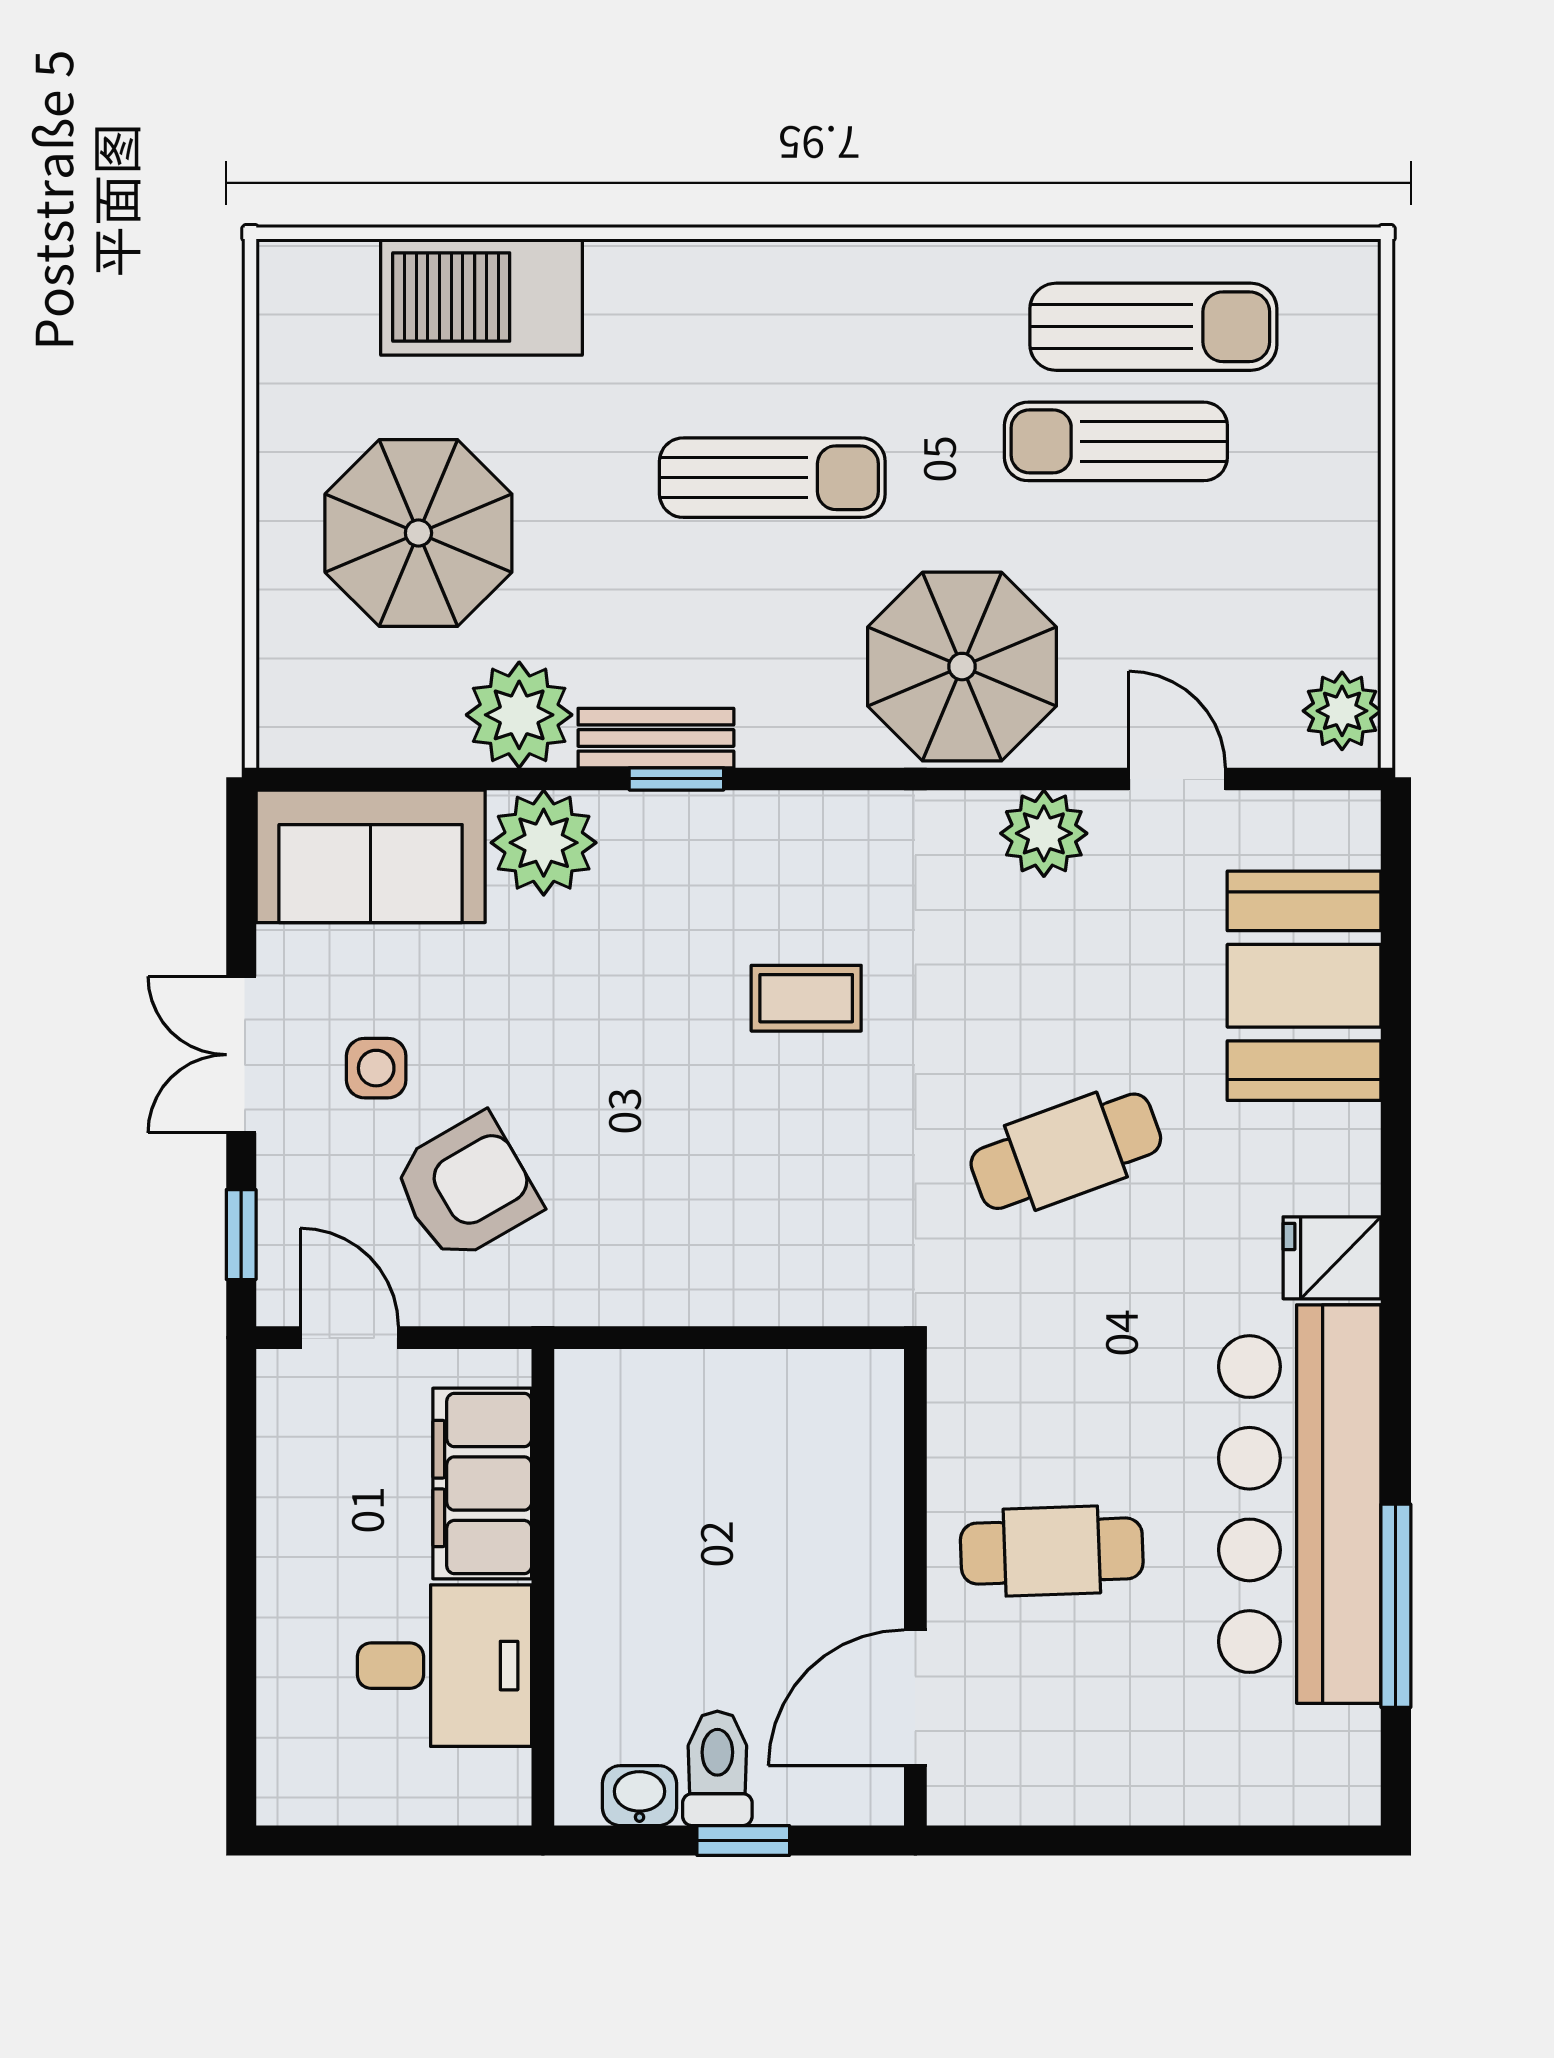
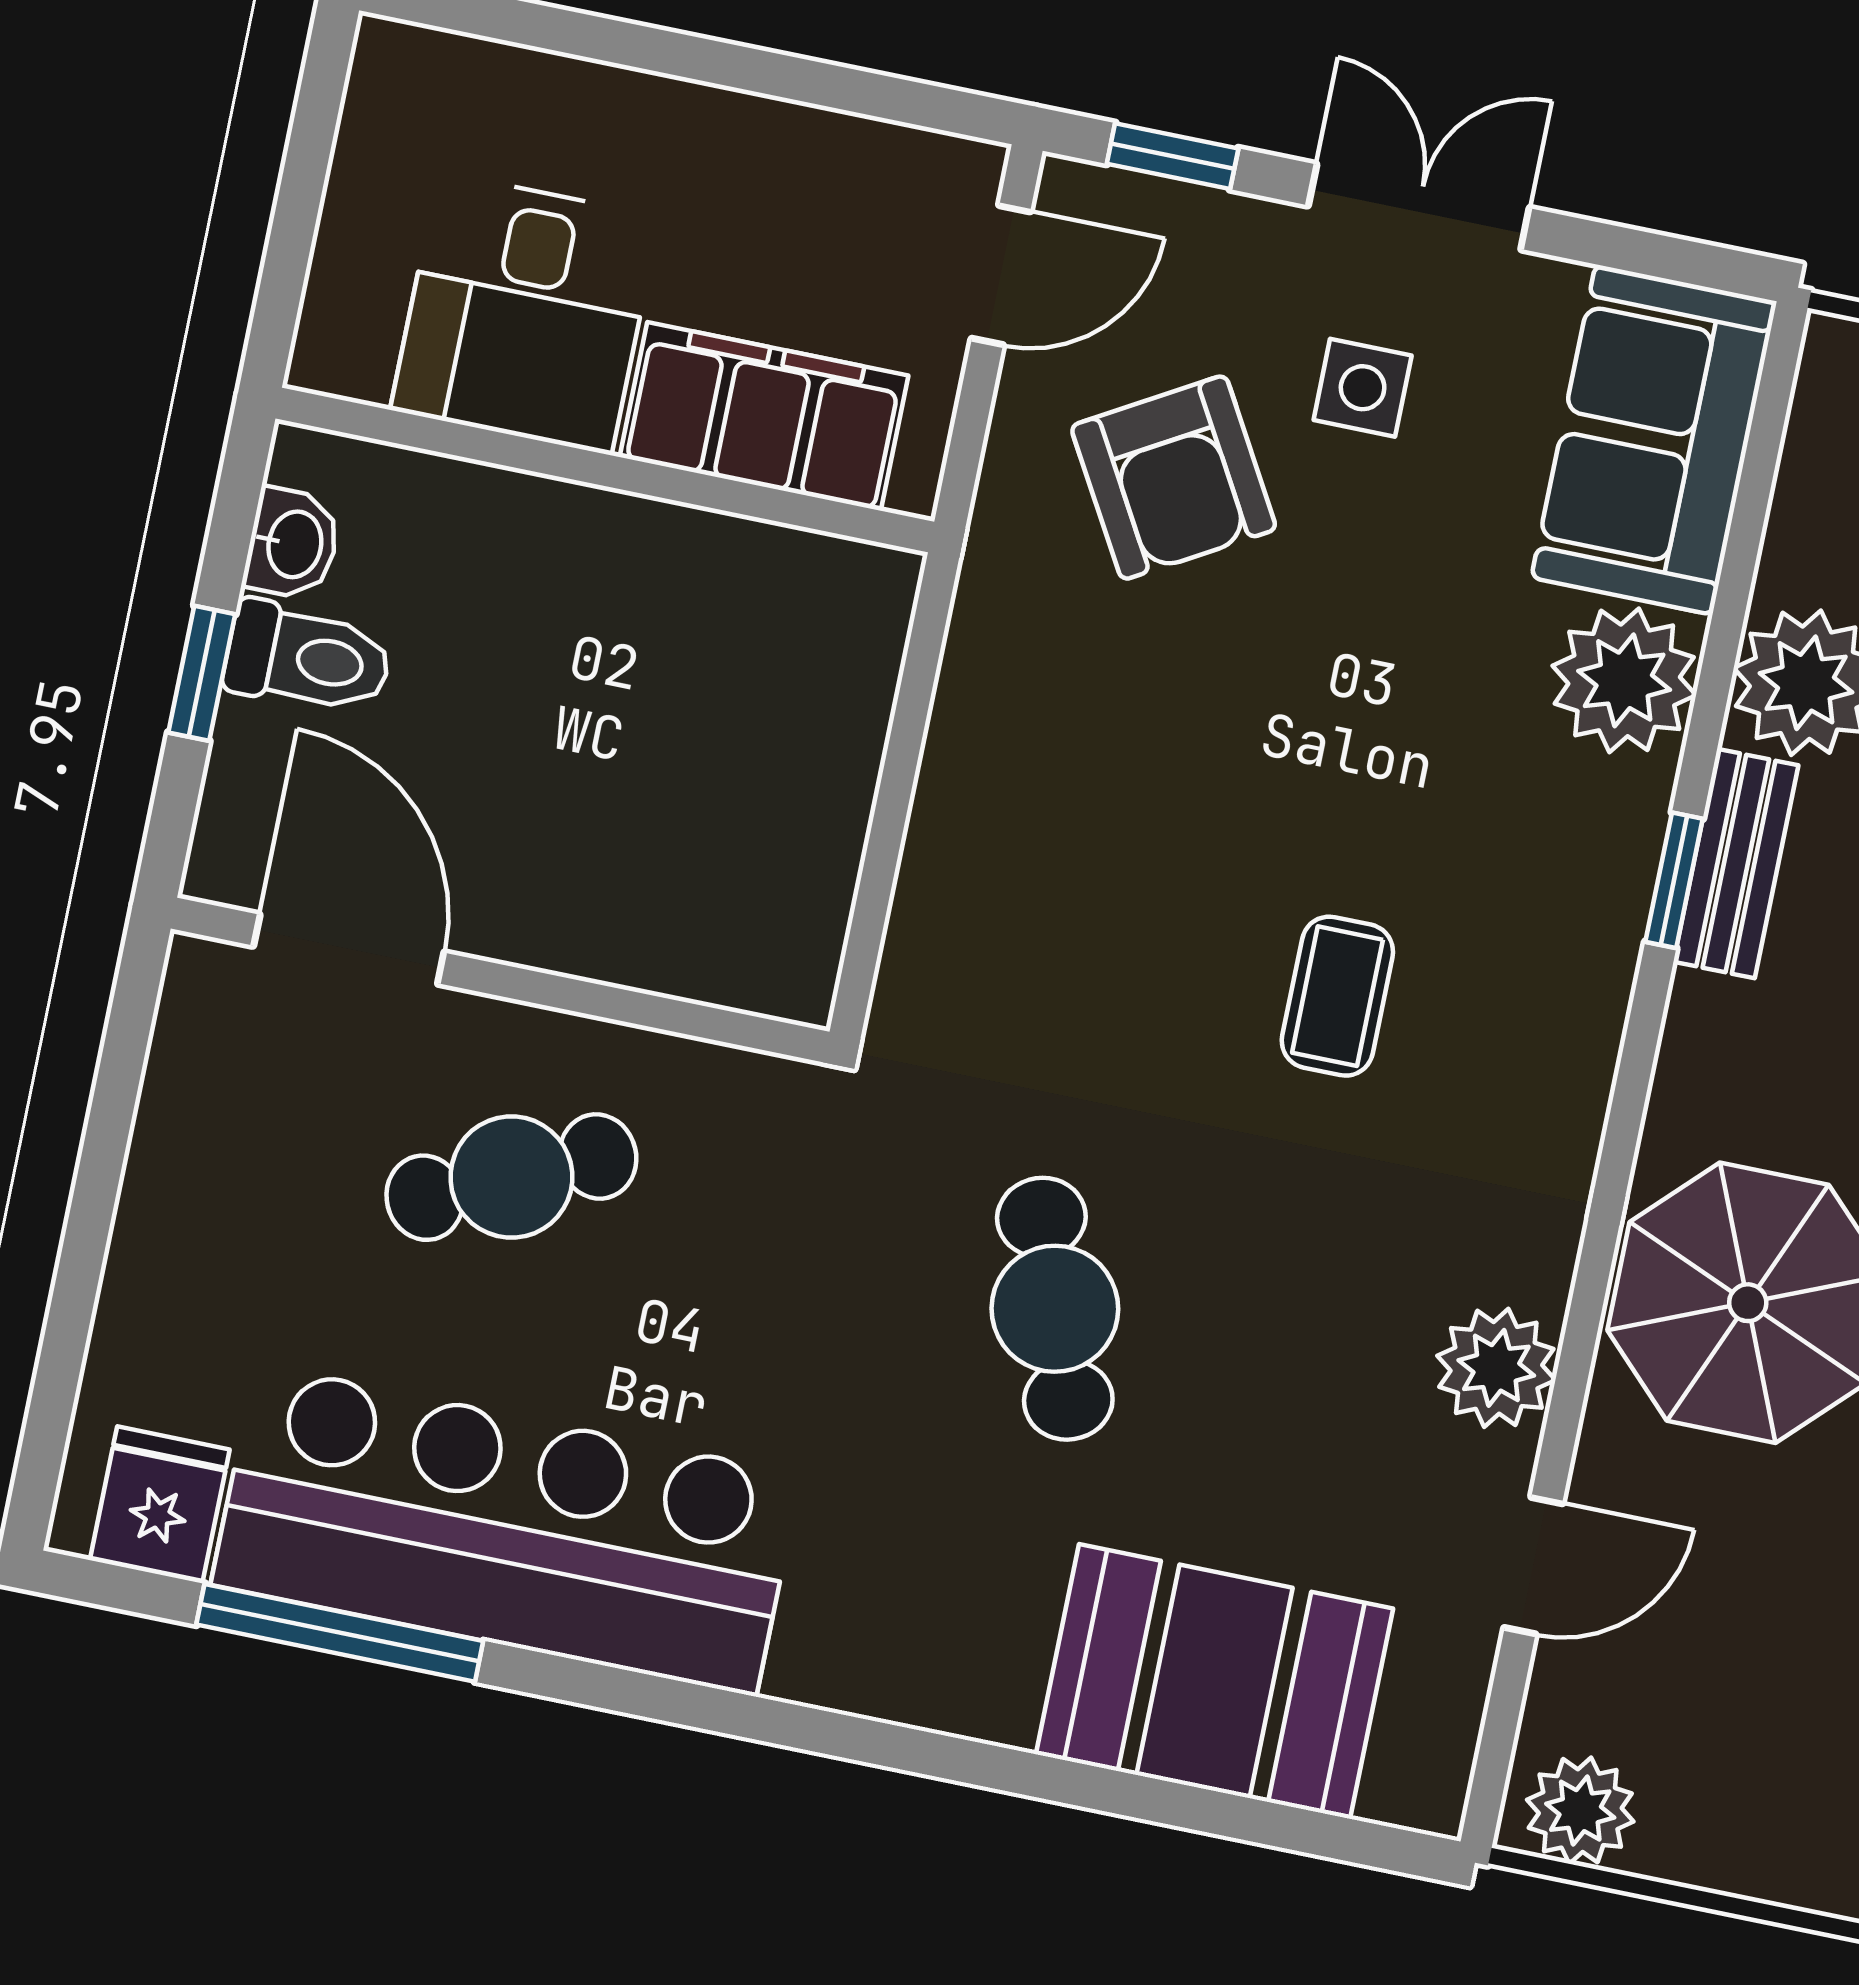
fridge: (1332, 1258) -> (160, 1505), moved
cafe table: (1052, 1551) -> (511, 1177), turned 67

